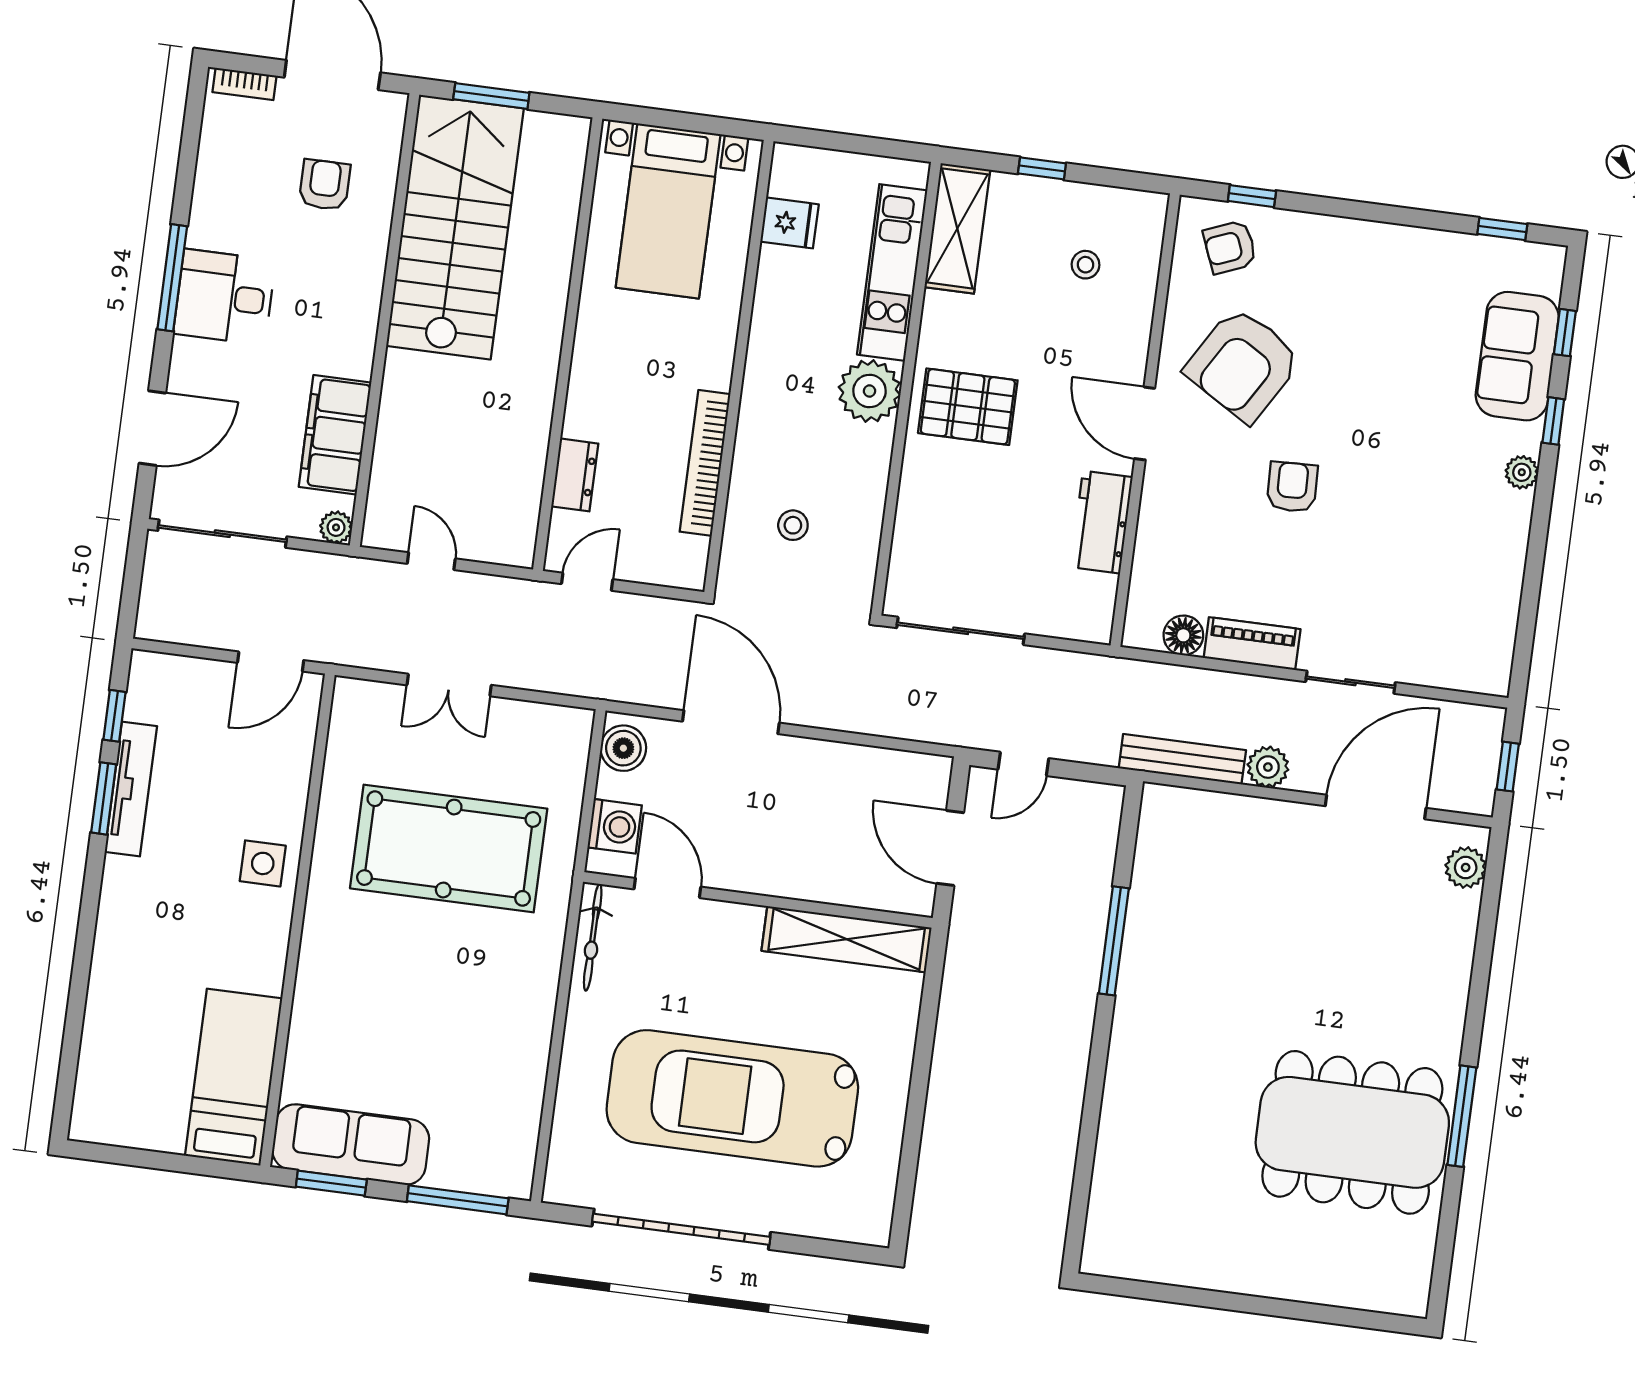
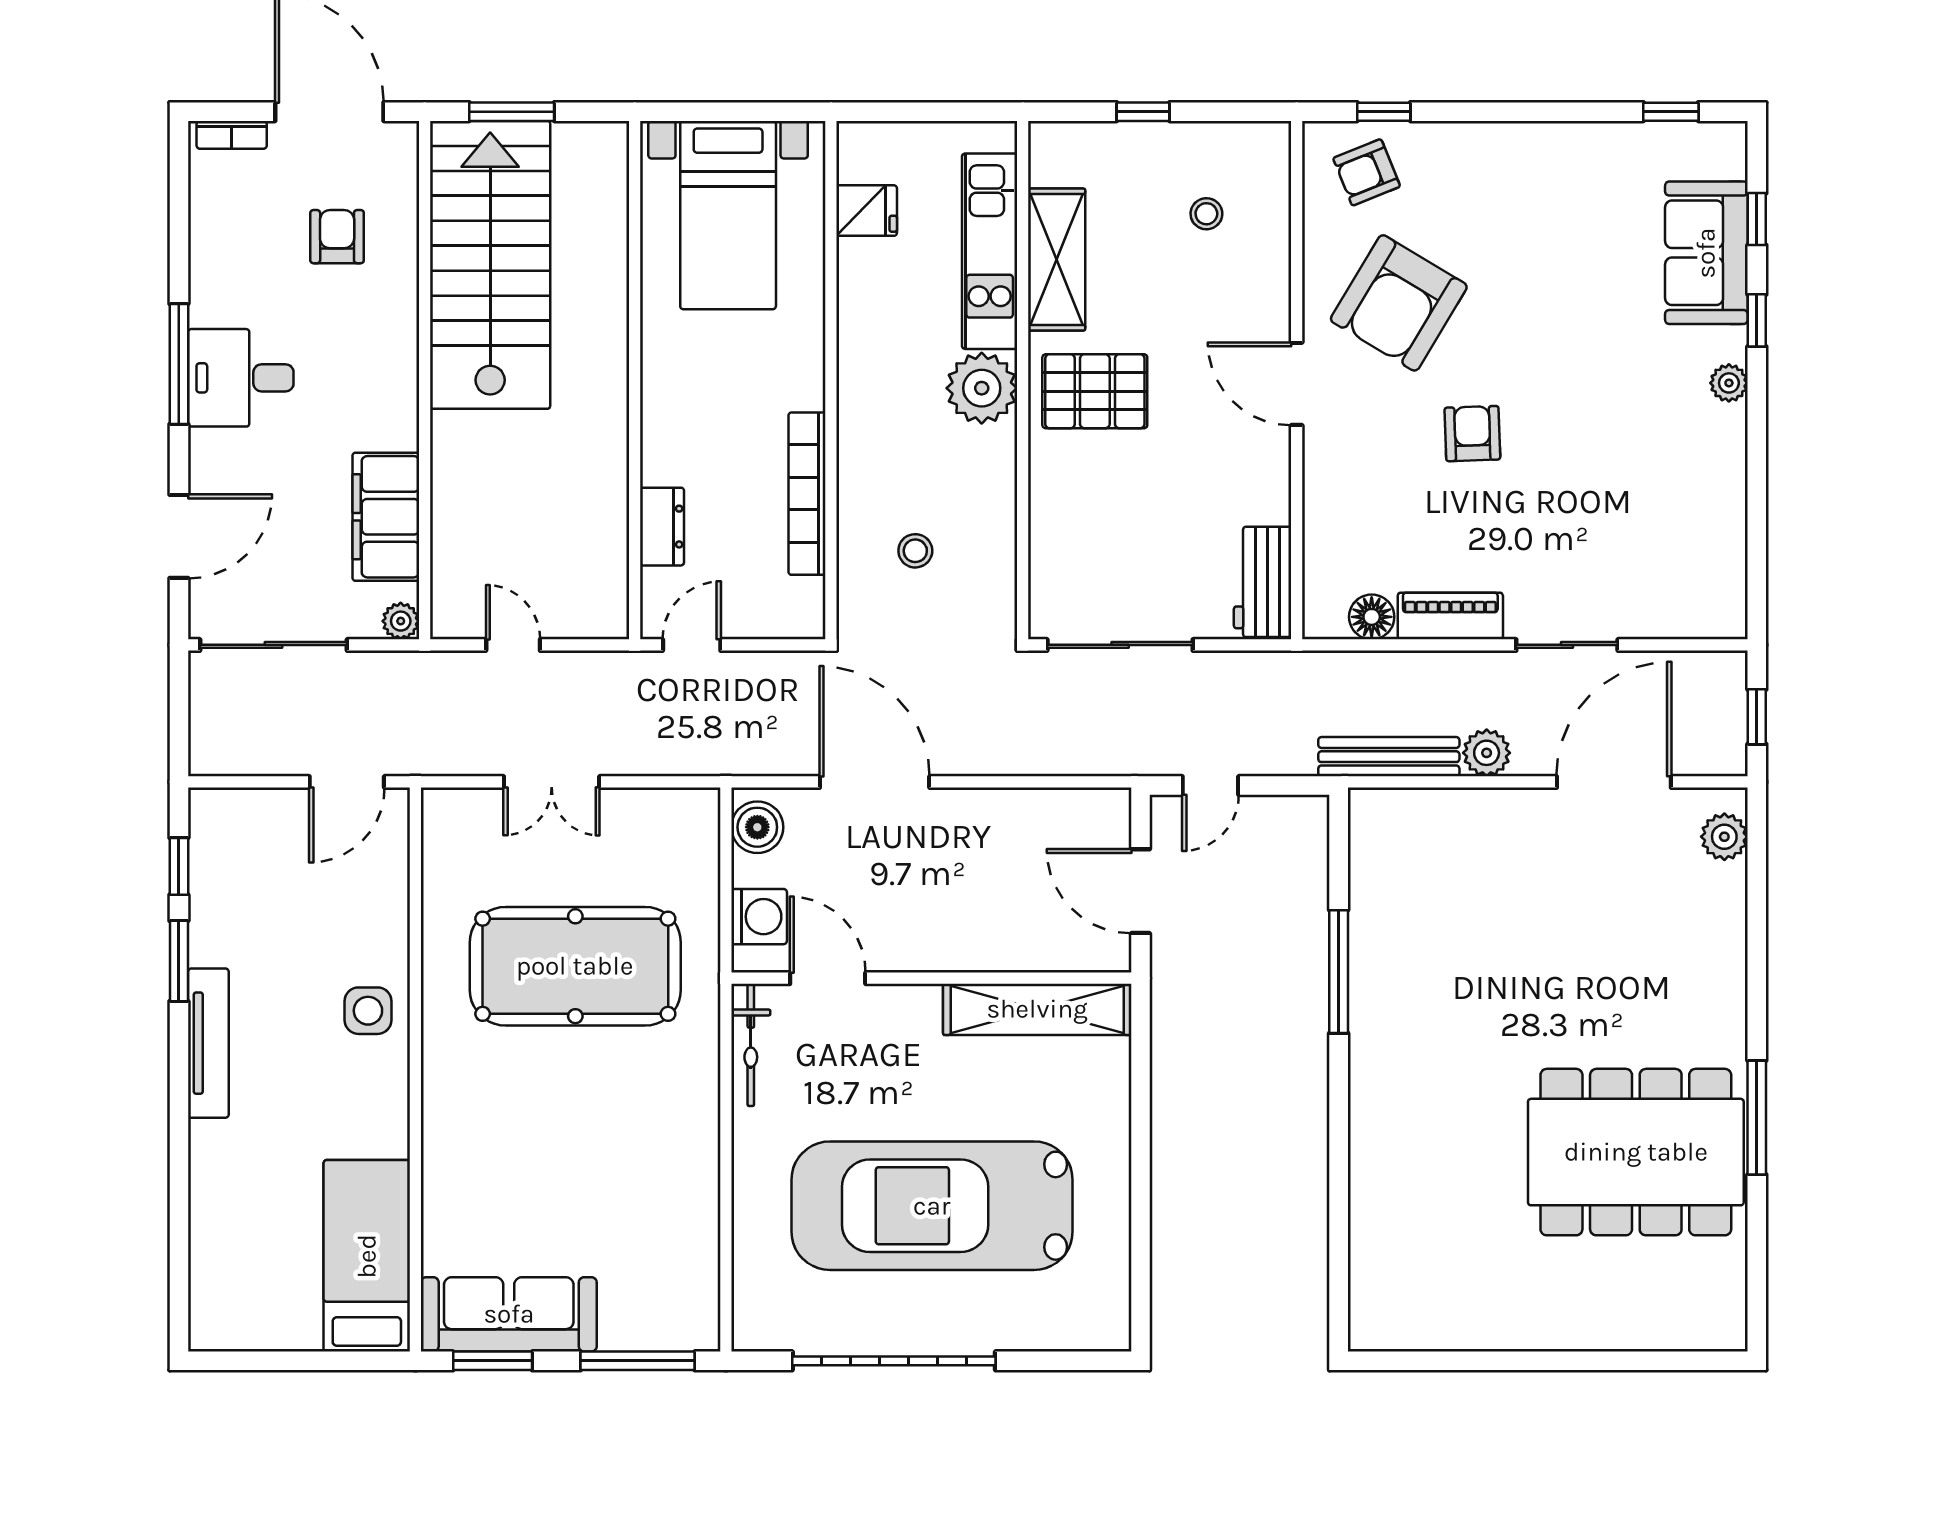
shelving: (957, 228) -> (1057, 260), moved
workbench: (1101, 522) -> (1263, 582), moved
tv unit: (131, 789) -> (208, 1043), moved

